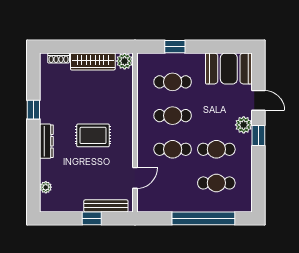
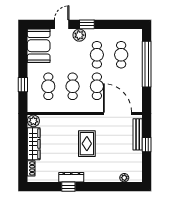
dresser: (46, 141) -> (71, 177), moved
door: (135, 178) -> (117, 113), width x1.88

